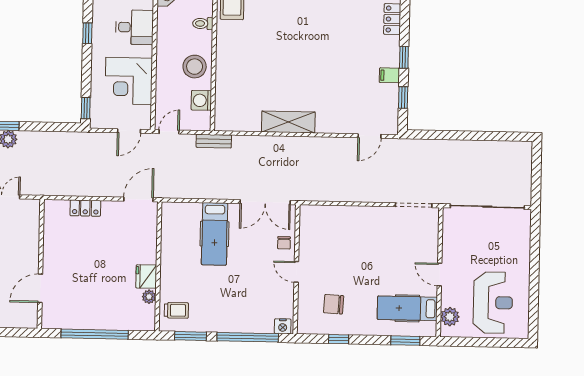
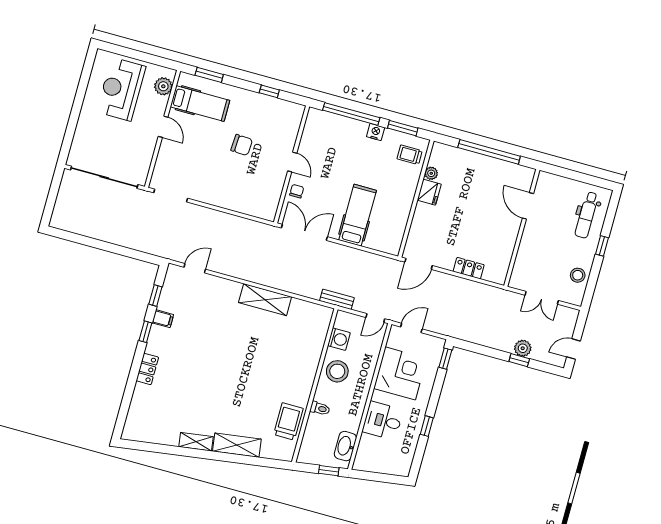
door: (40, 288) -> (528, 206), swing flipped
chair: (334, 304) -> (242, 145), moved
nightstand: (283, 326) -> (376, 132), moved

